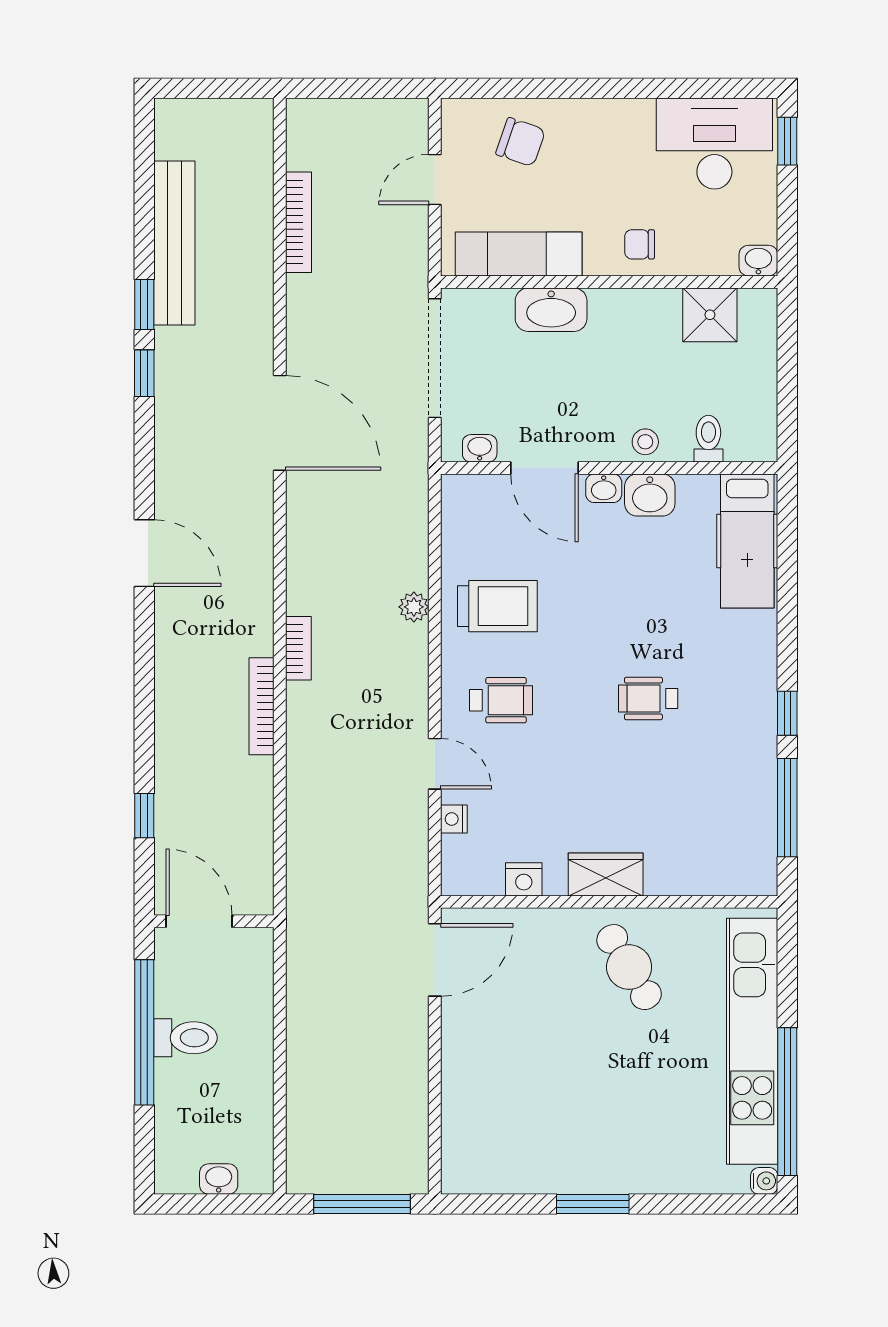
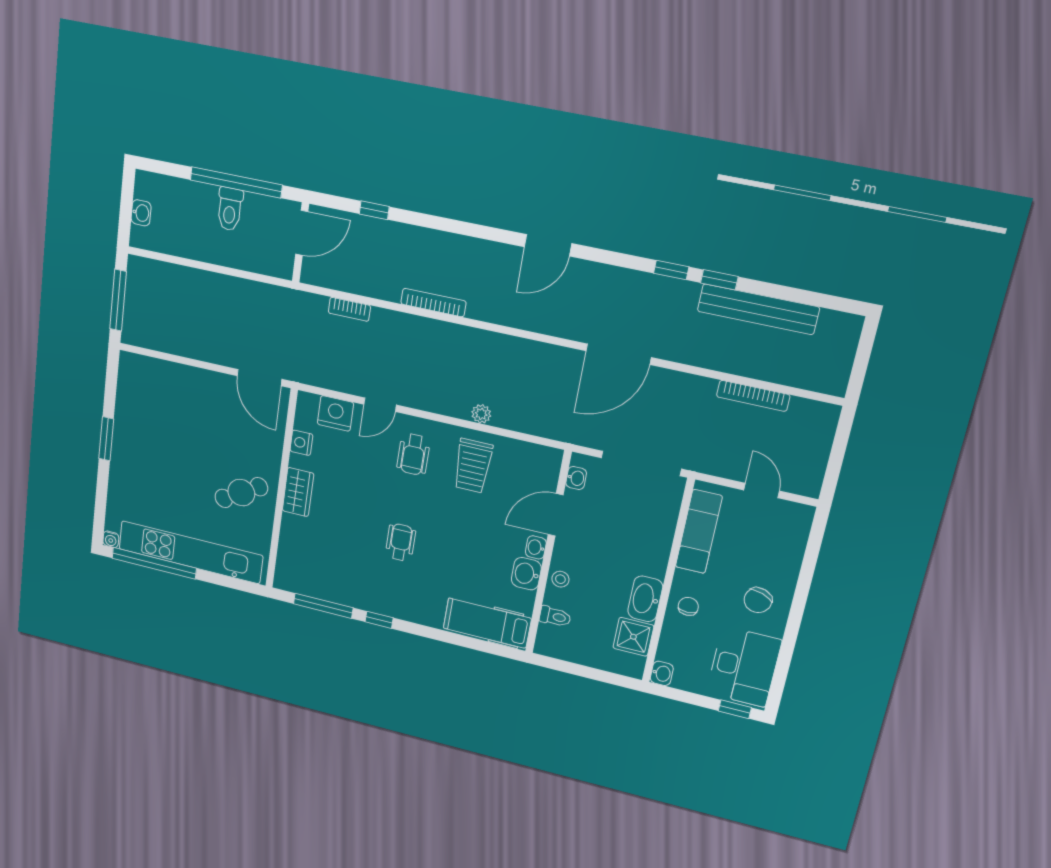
chair: (521, 142) -> (758, 600), moved
washbasin: (551, 310) -> (645, 599), moved
bookcase: (298, 648) -> (349, 309), moved
nightstand: (454, 819) -> (335, 413), width x1.89, depth x1.79

